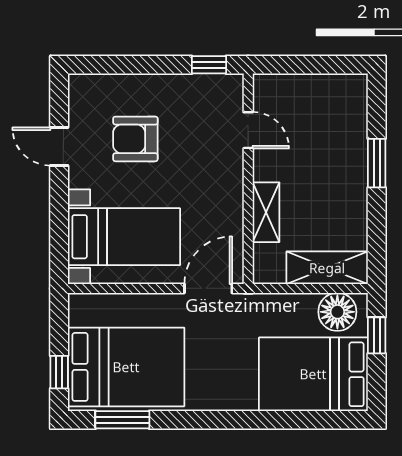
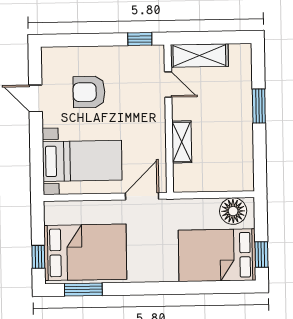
shelving: (327, 268) -> (199, 55), moved
window: (377, 335) -> (261, 254), moved

